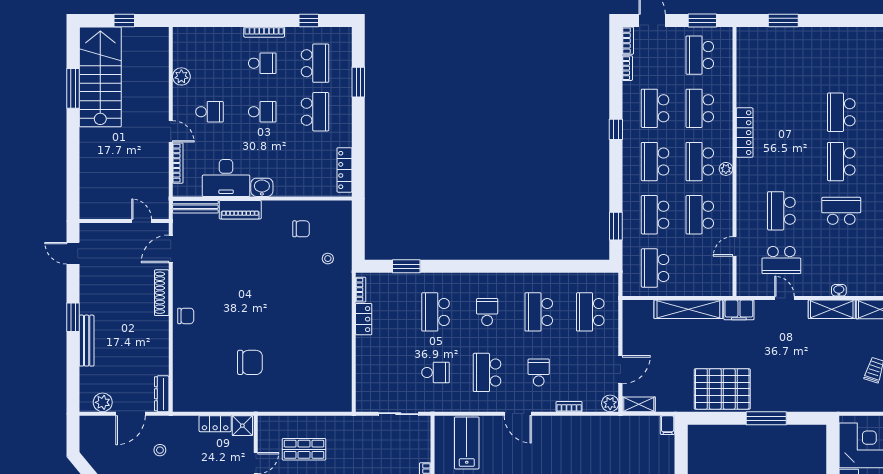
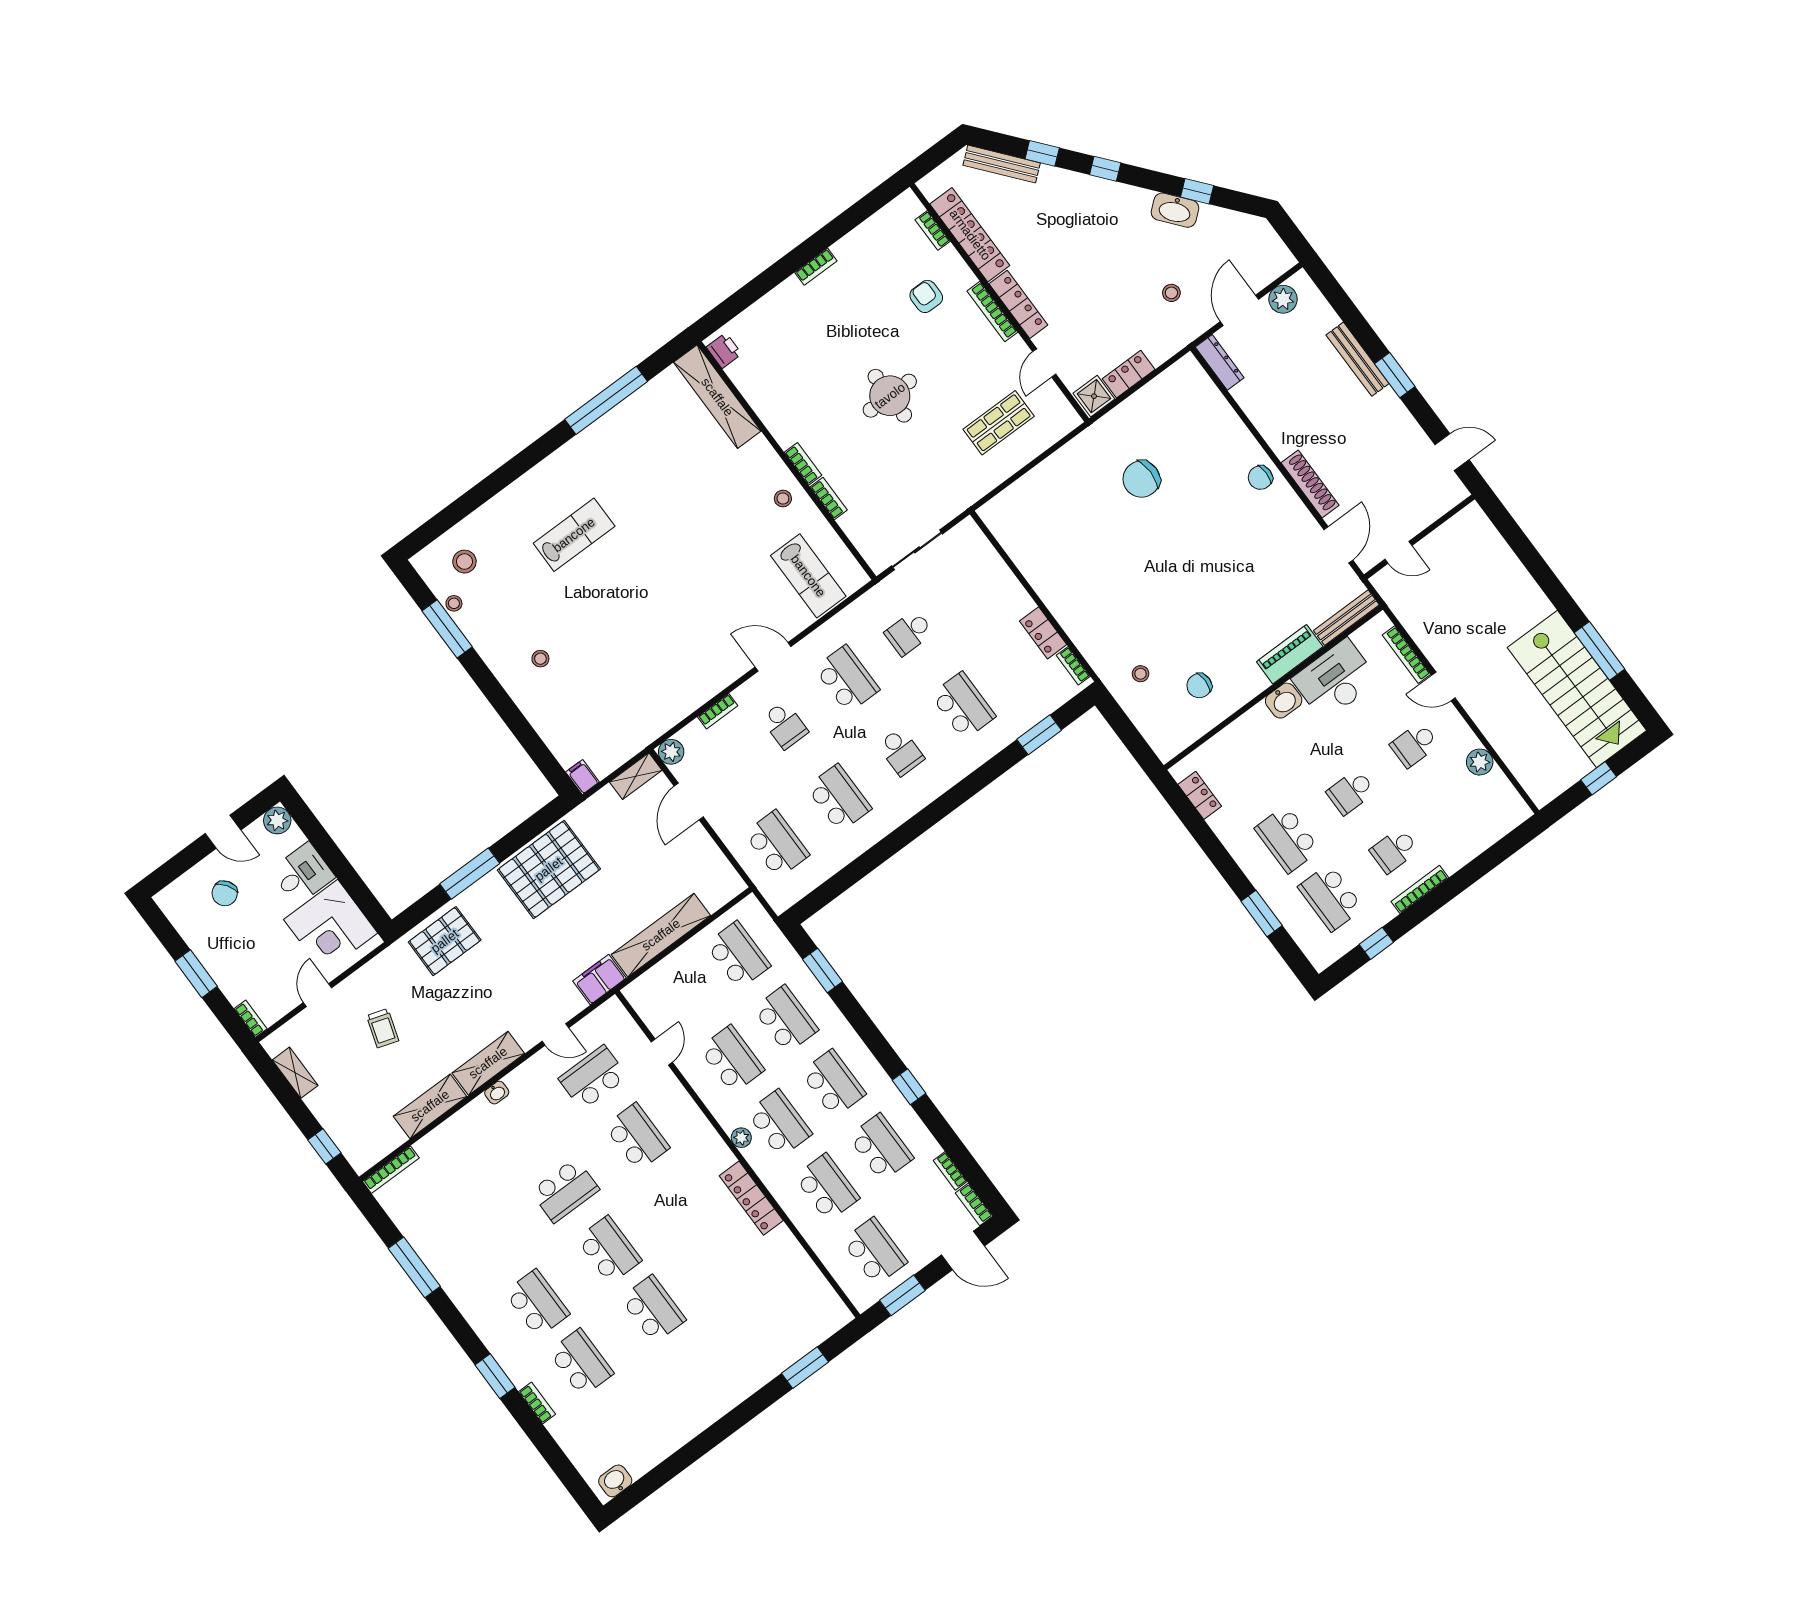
locker: (344, 170) -> (1200, 795), width x0.66
pallet: (807, 392) -> (445, 941), added

